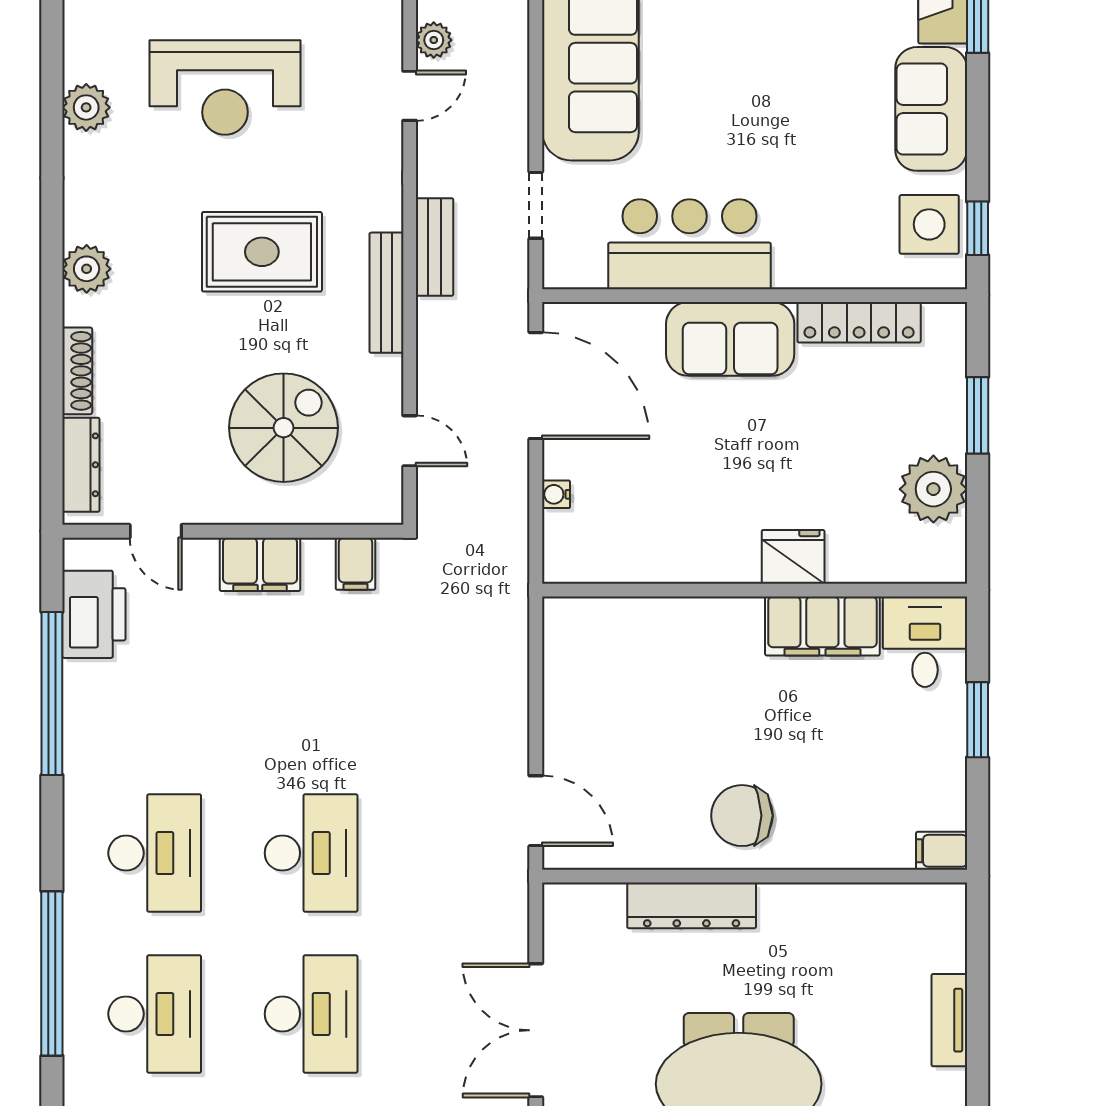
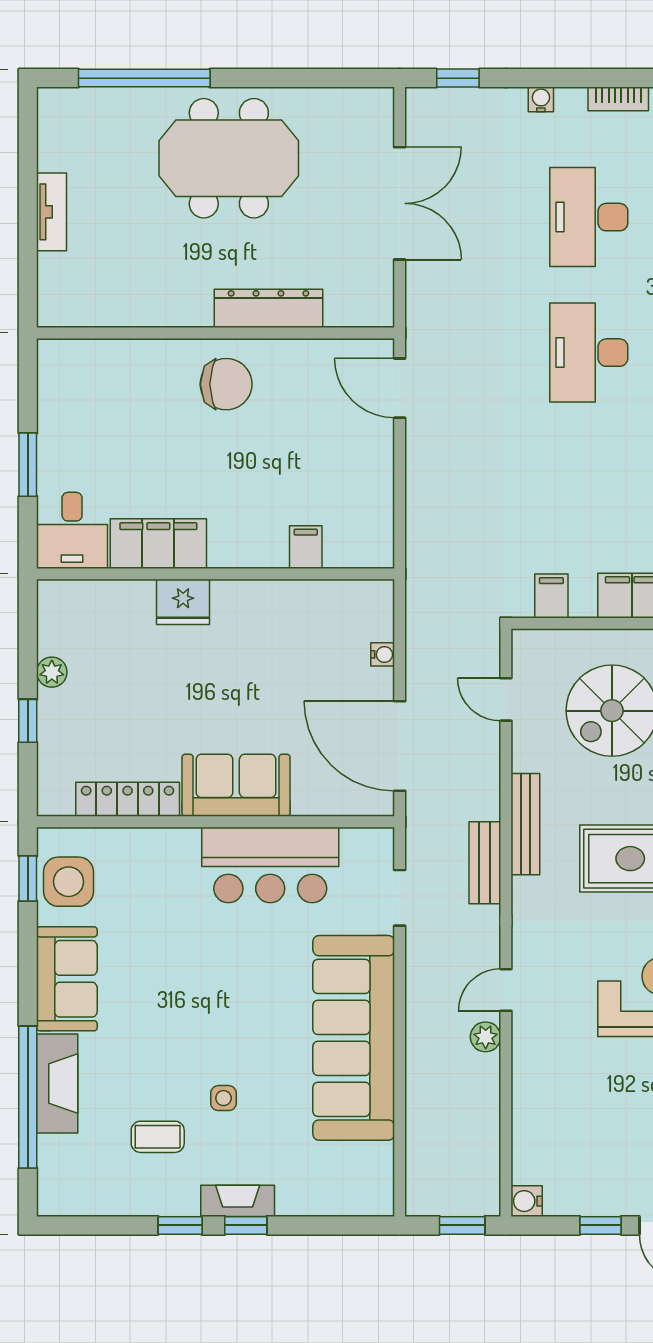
window: (978, 415) -> (28, 721), width x0.67
plant: (933, 489) -> (52, 672), width x0.53, depth x0.53
filing cabinet: (942, 851) -> (306, 547), moved, turned -90

